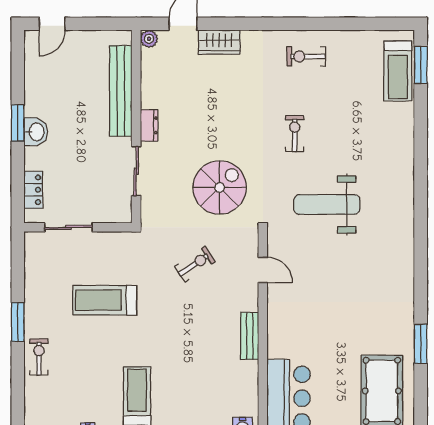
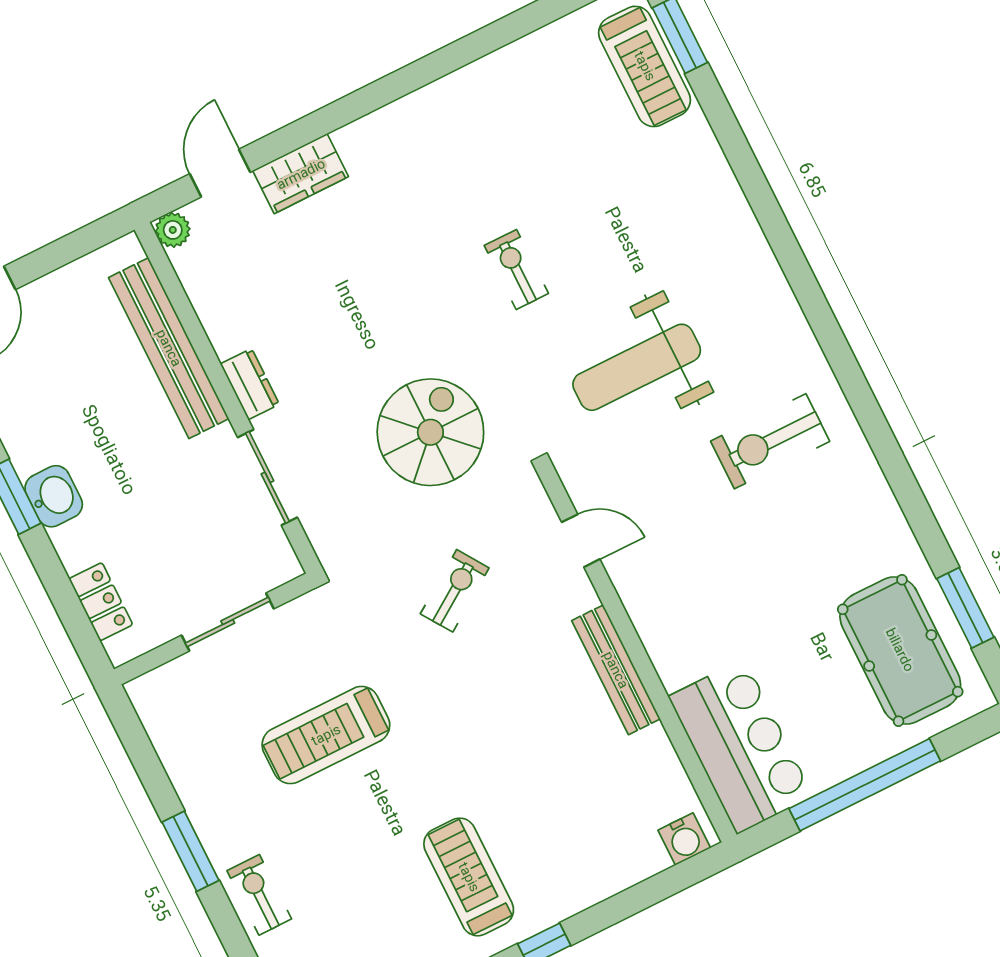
exercise bike: (306, 56) -> (770, 441), moved, width x1.38, depth x1.39
sliding door: (68, 227) -> (228, 622), moved
bench: (250, 336) -> (616, 670), width x1.36
window: (421, 344) -> (965, 608), moved

